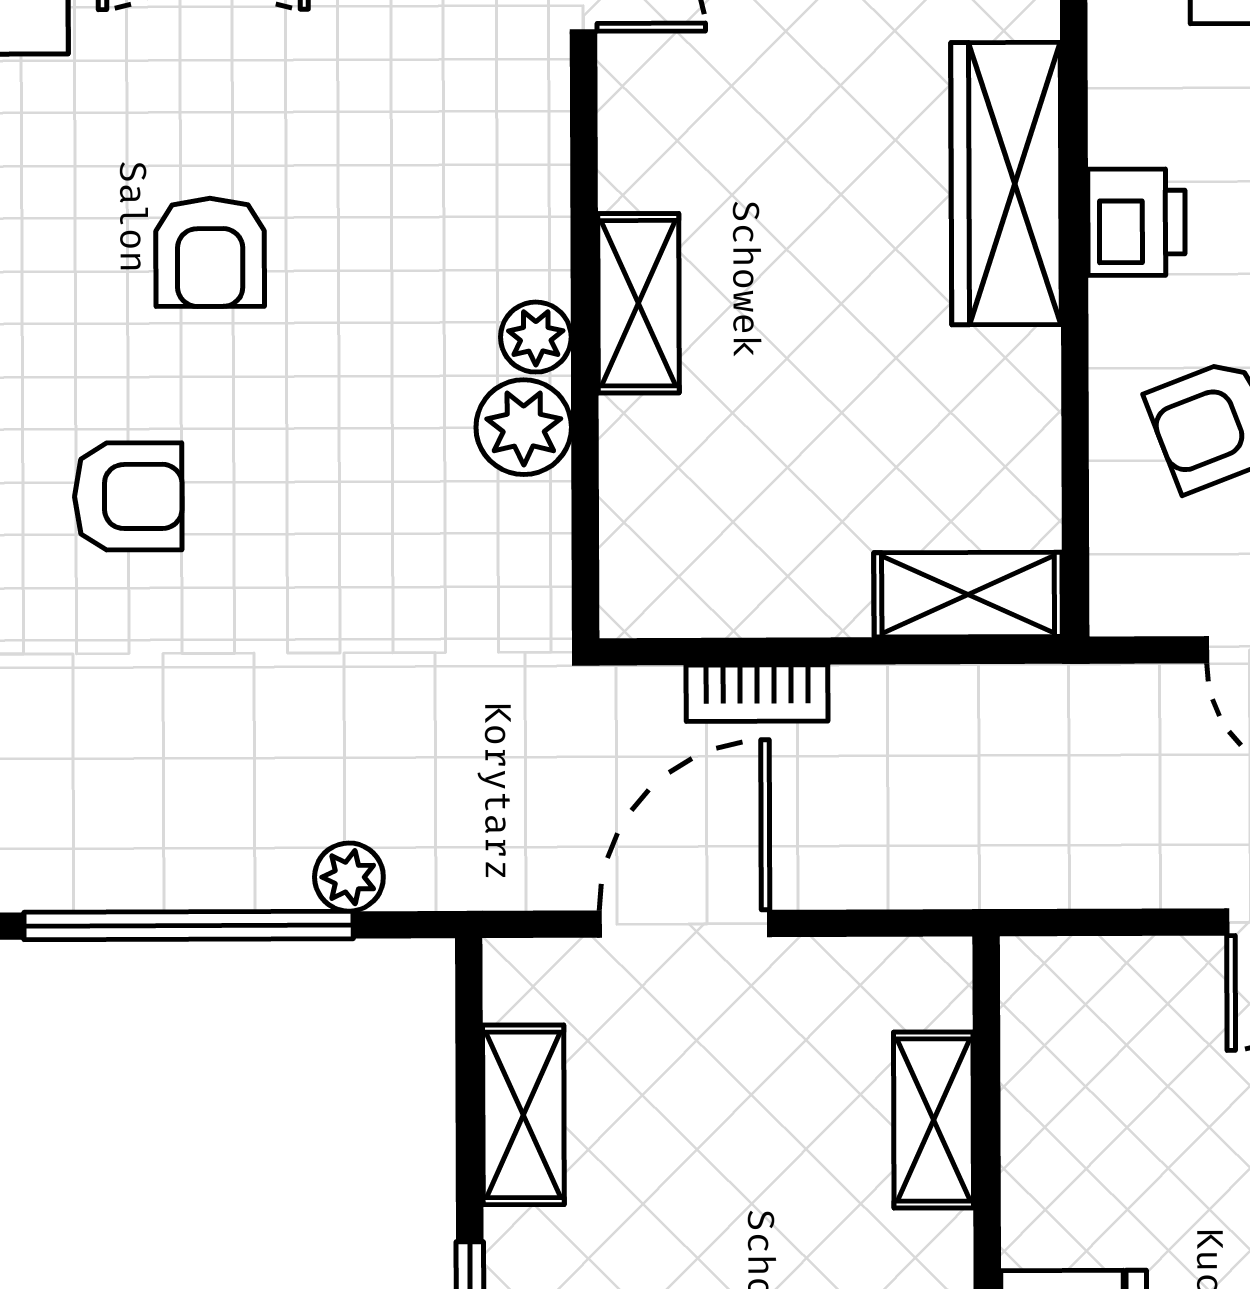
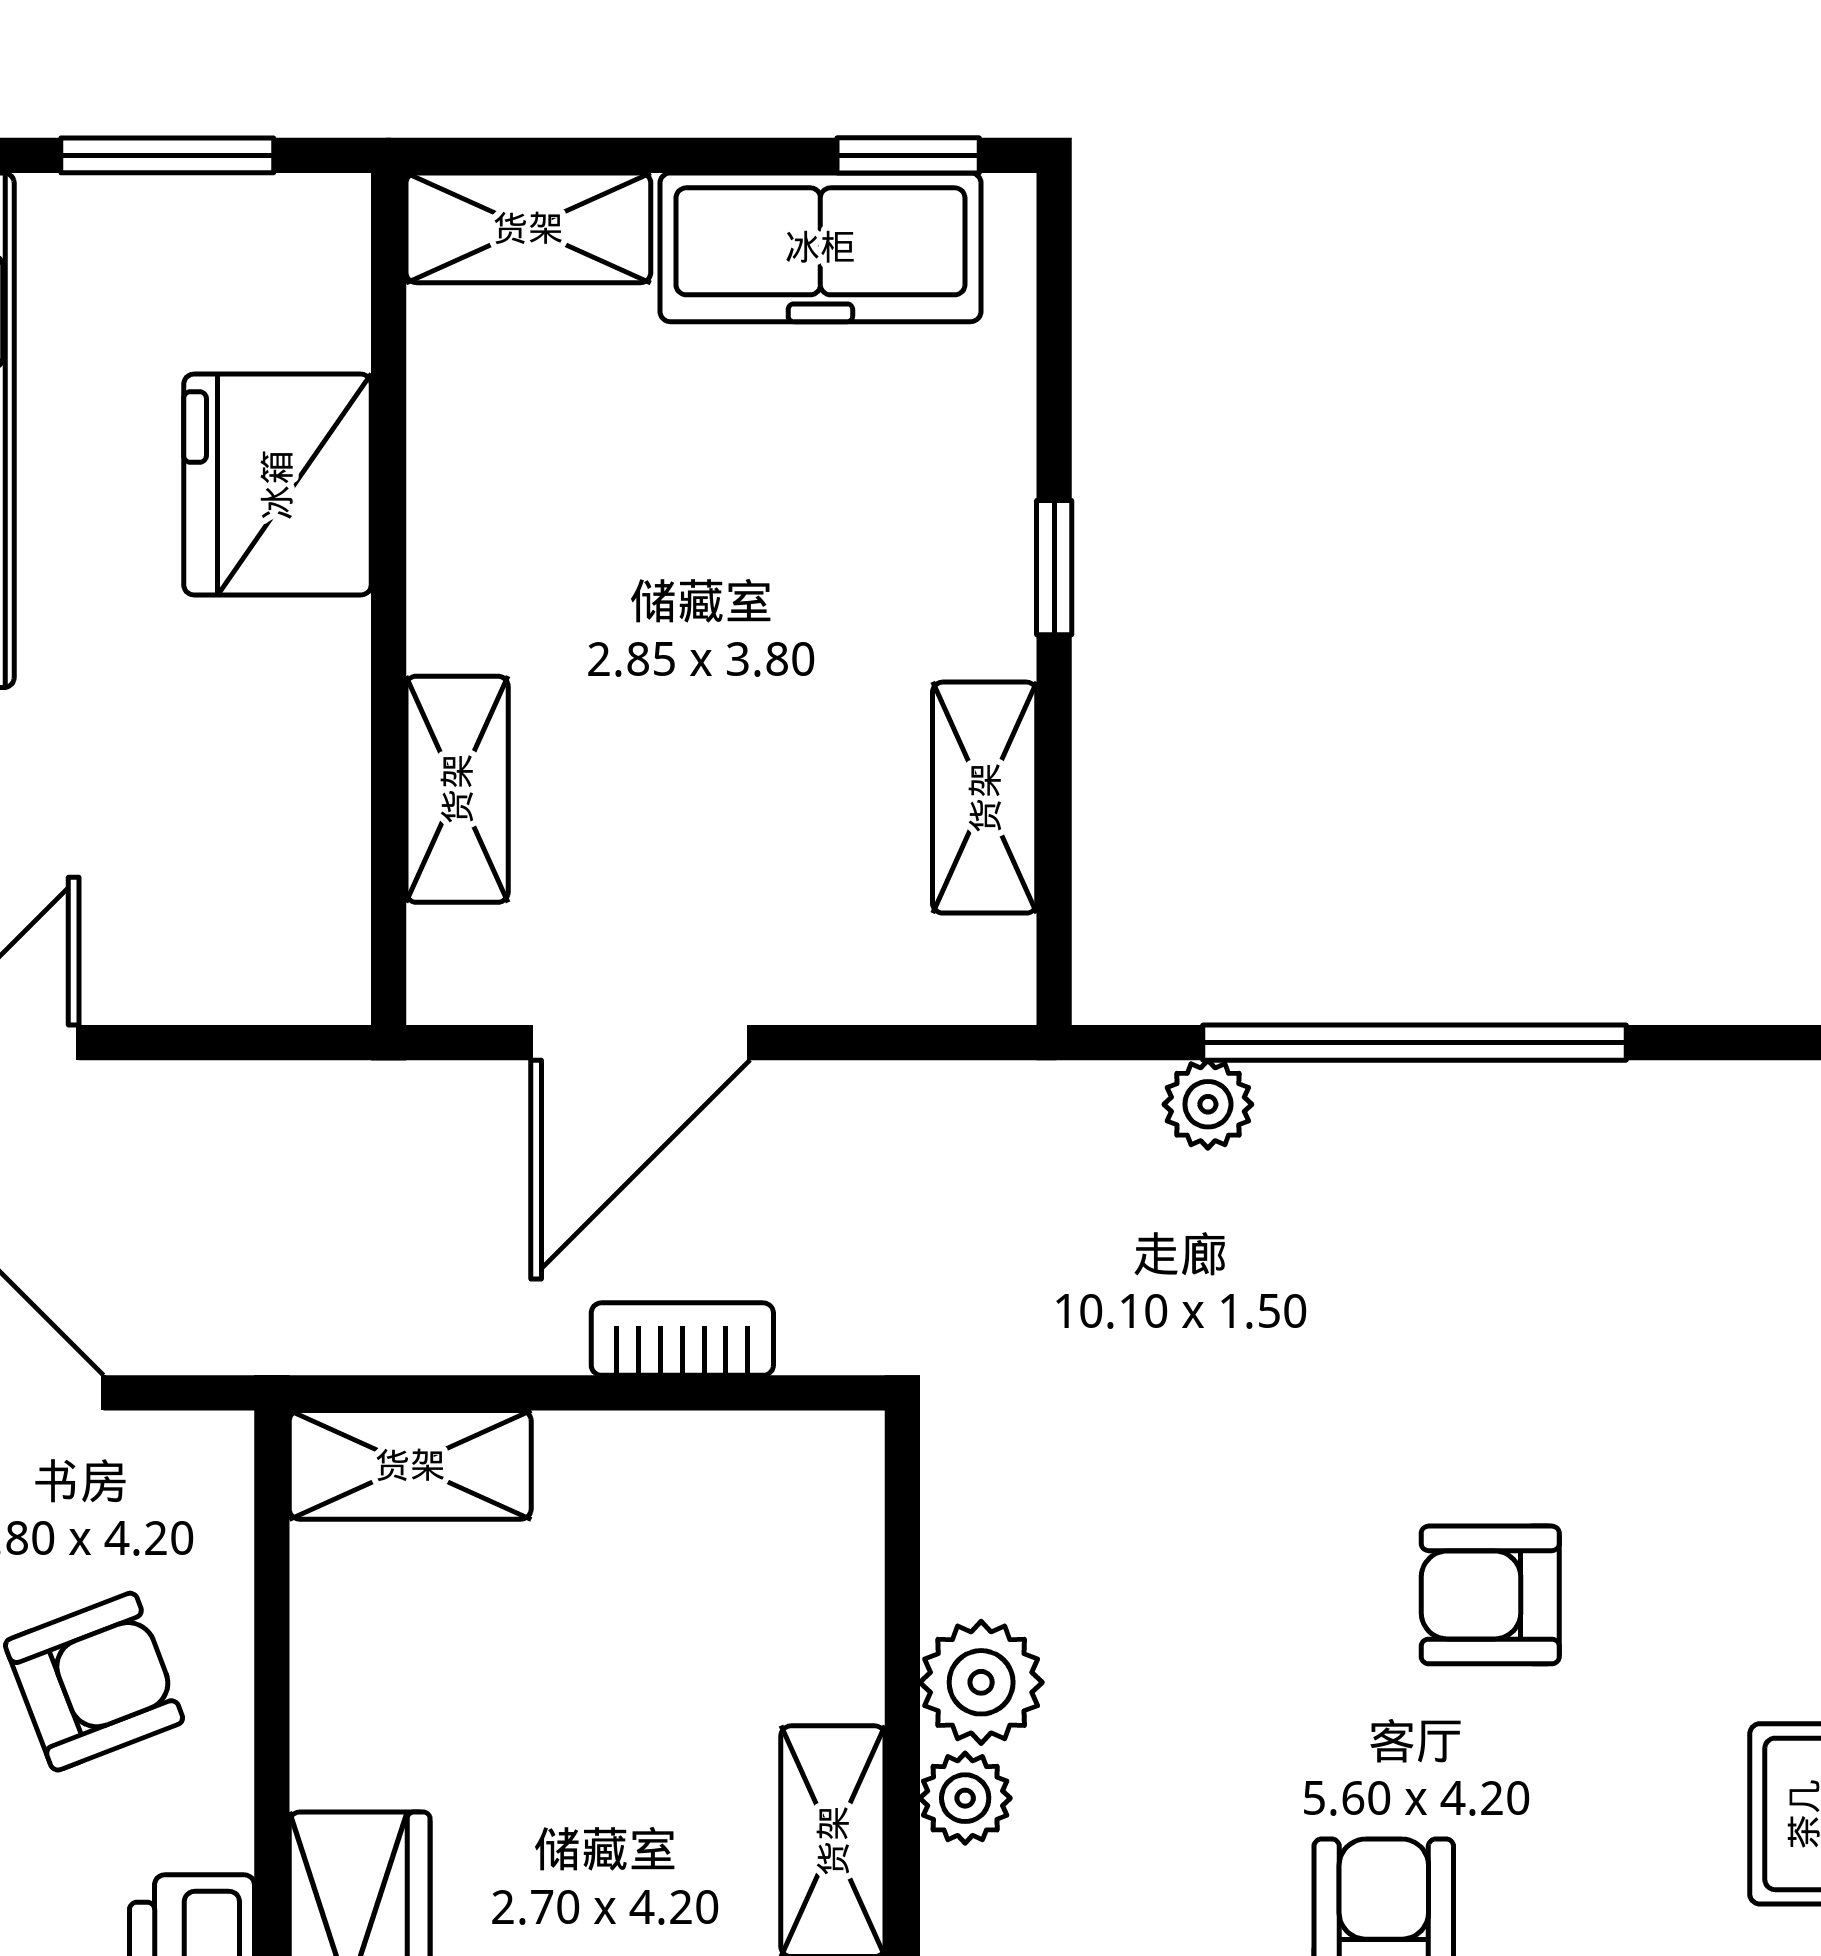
door: (685, 924) -> (640, 1043), moved

